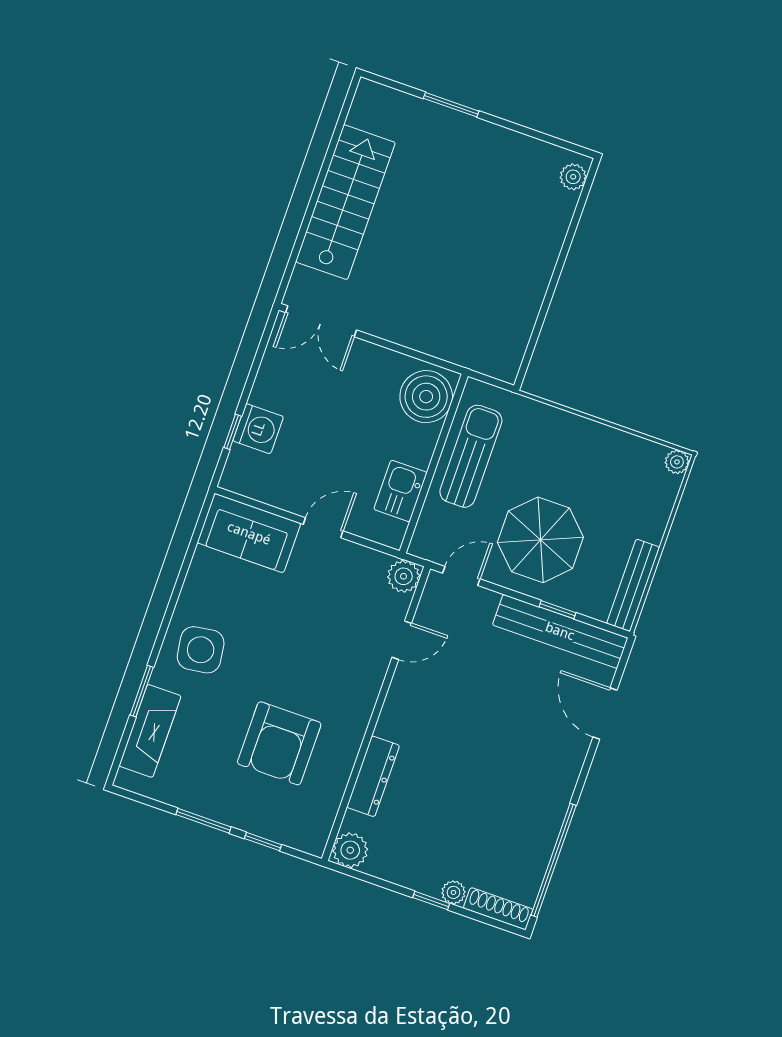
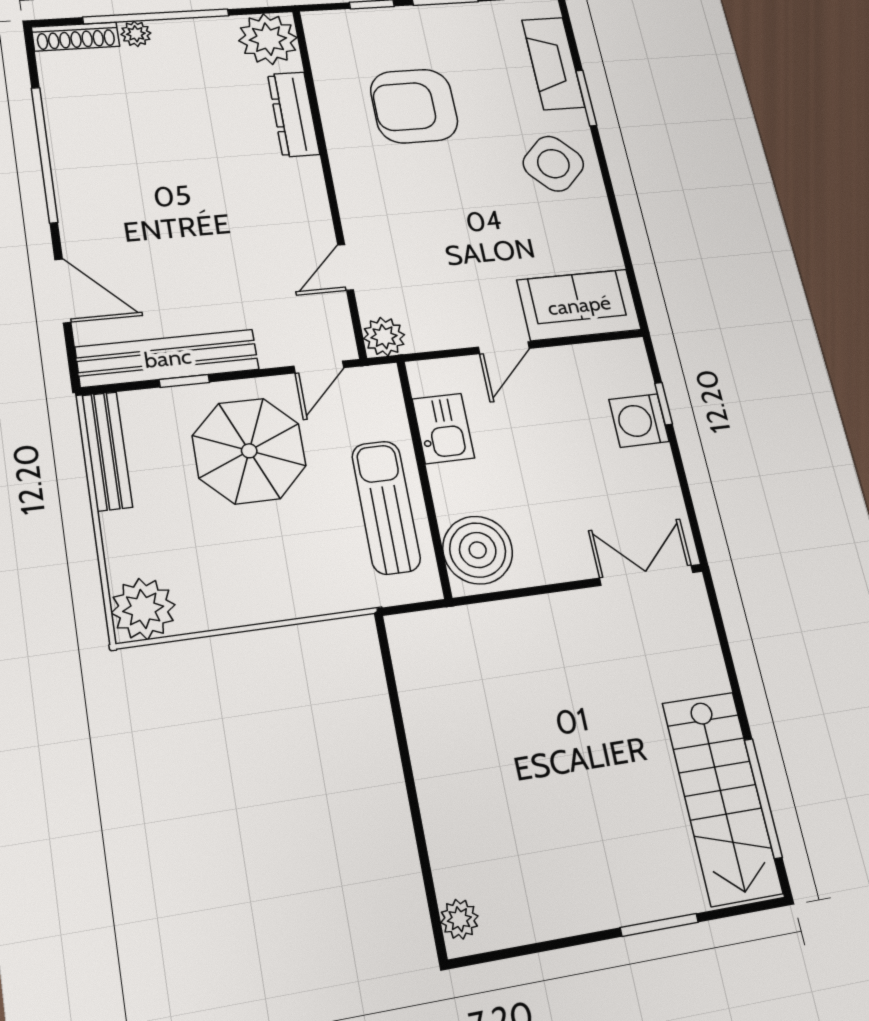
window: (334, 141) -> (763, 798), added
stairs: (345, 202) -> (722, 797), moved
sun lounger: (471, 456) -> (386, 507), turned 180
plant: (677, 462) -> (143, 609), width x1.88, depth x1.88
side table: (201, 650) -> (553, 164), turned -36
armchair: (279, 743) -> (414, 106), turned -90
plant: (350, 850) -> (268, 39), width x1.36, depth x1.36
window: (554, 860) -> (45, 155), moved
window: (431, 901) -> (156, 16), width x3.17

